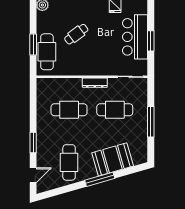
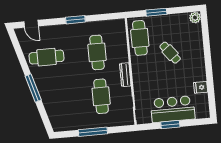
cafe table: (47, 52) -> (140, 38), moved, turned 90
window: (33, 143) -> (75, 20), moved
booth: (113, 159) -> (53, 98), removed

